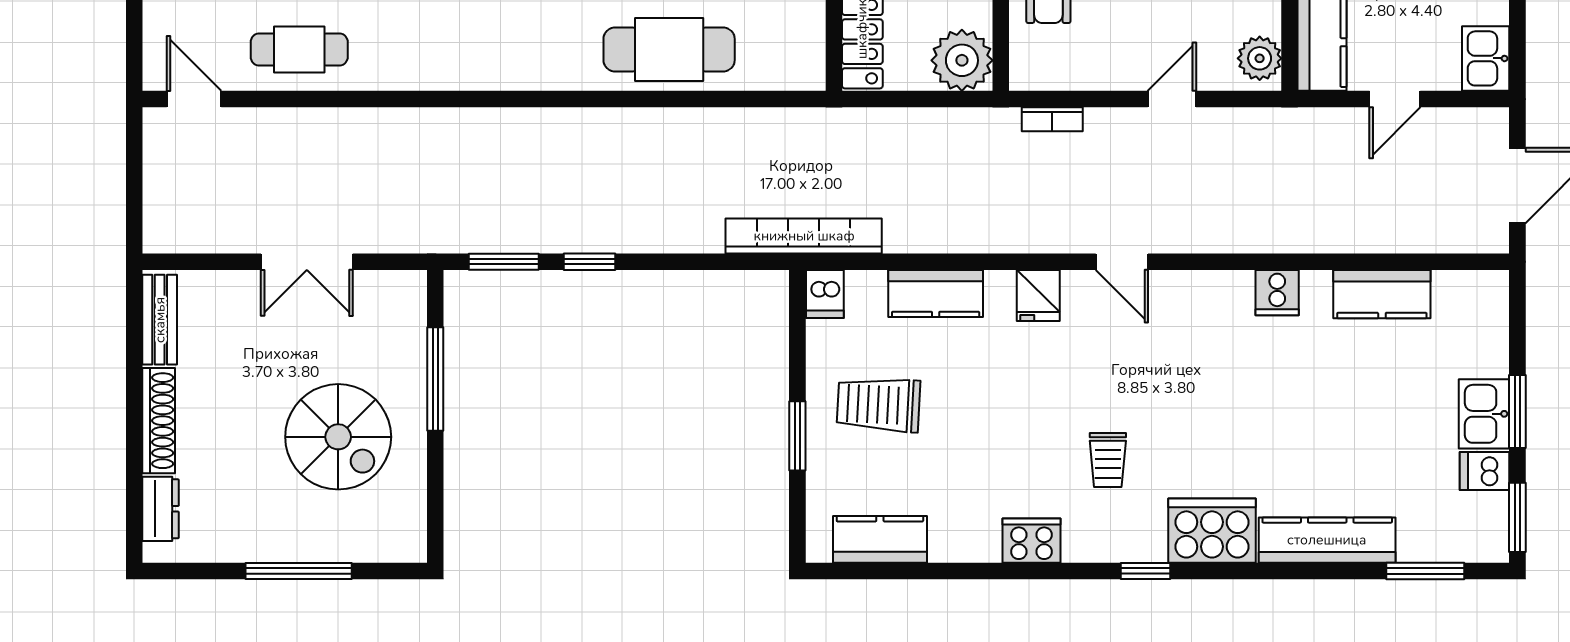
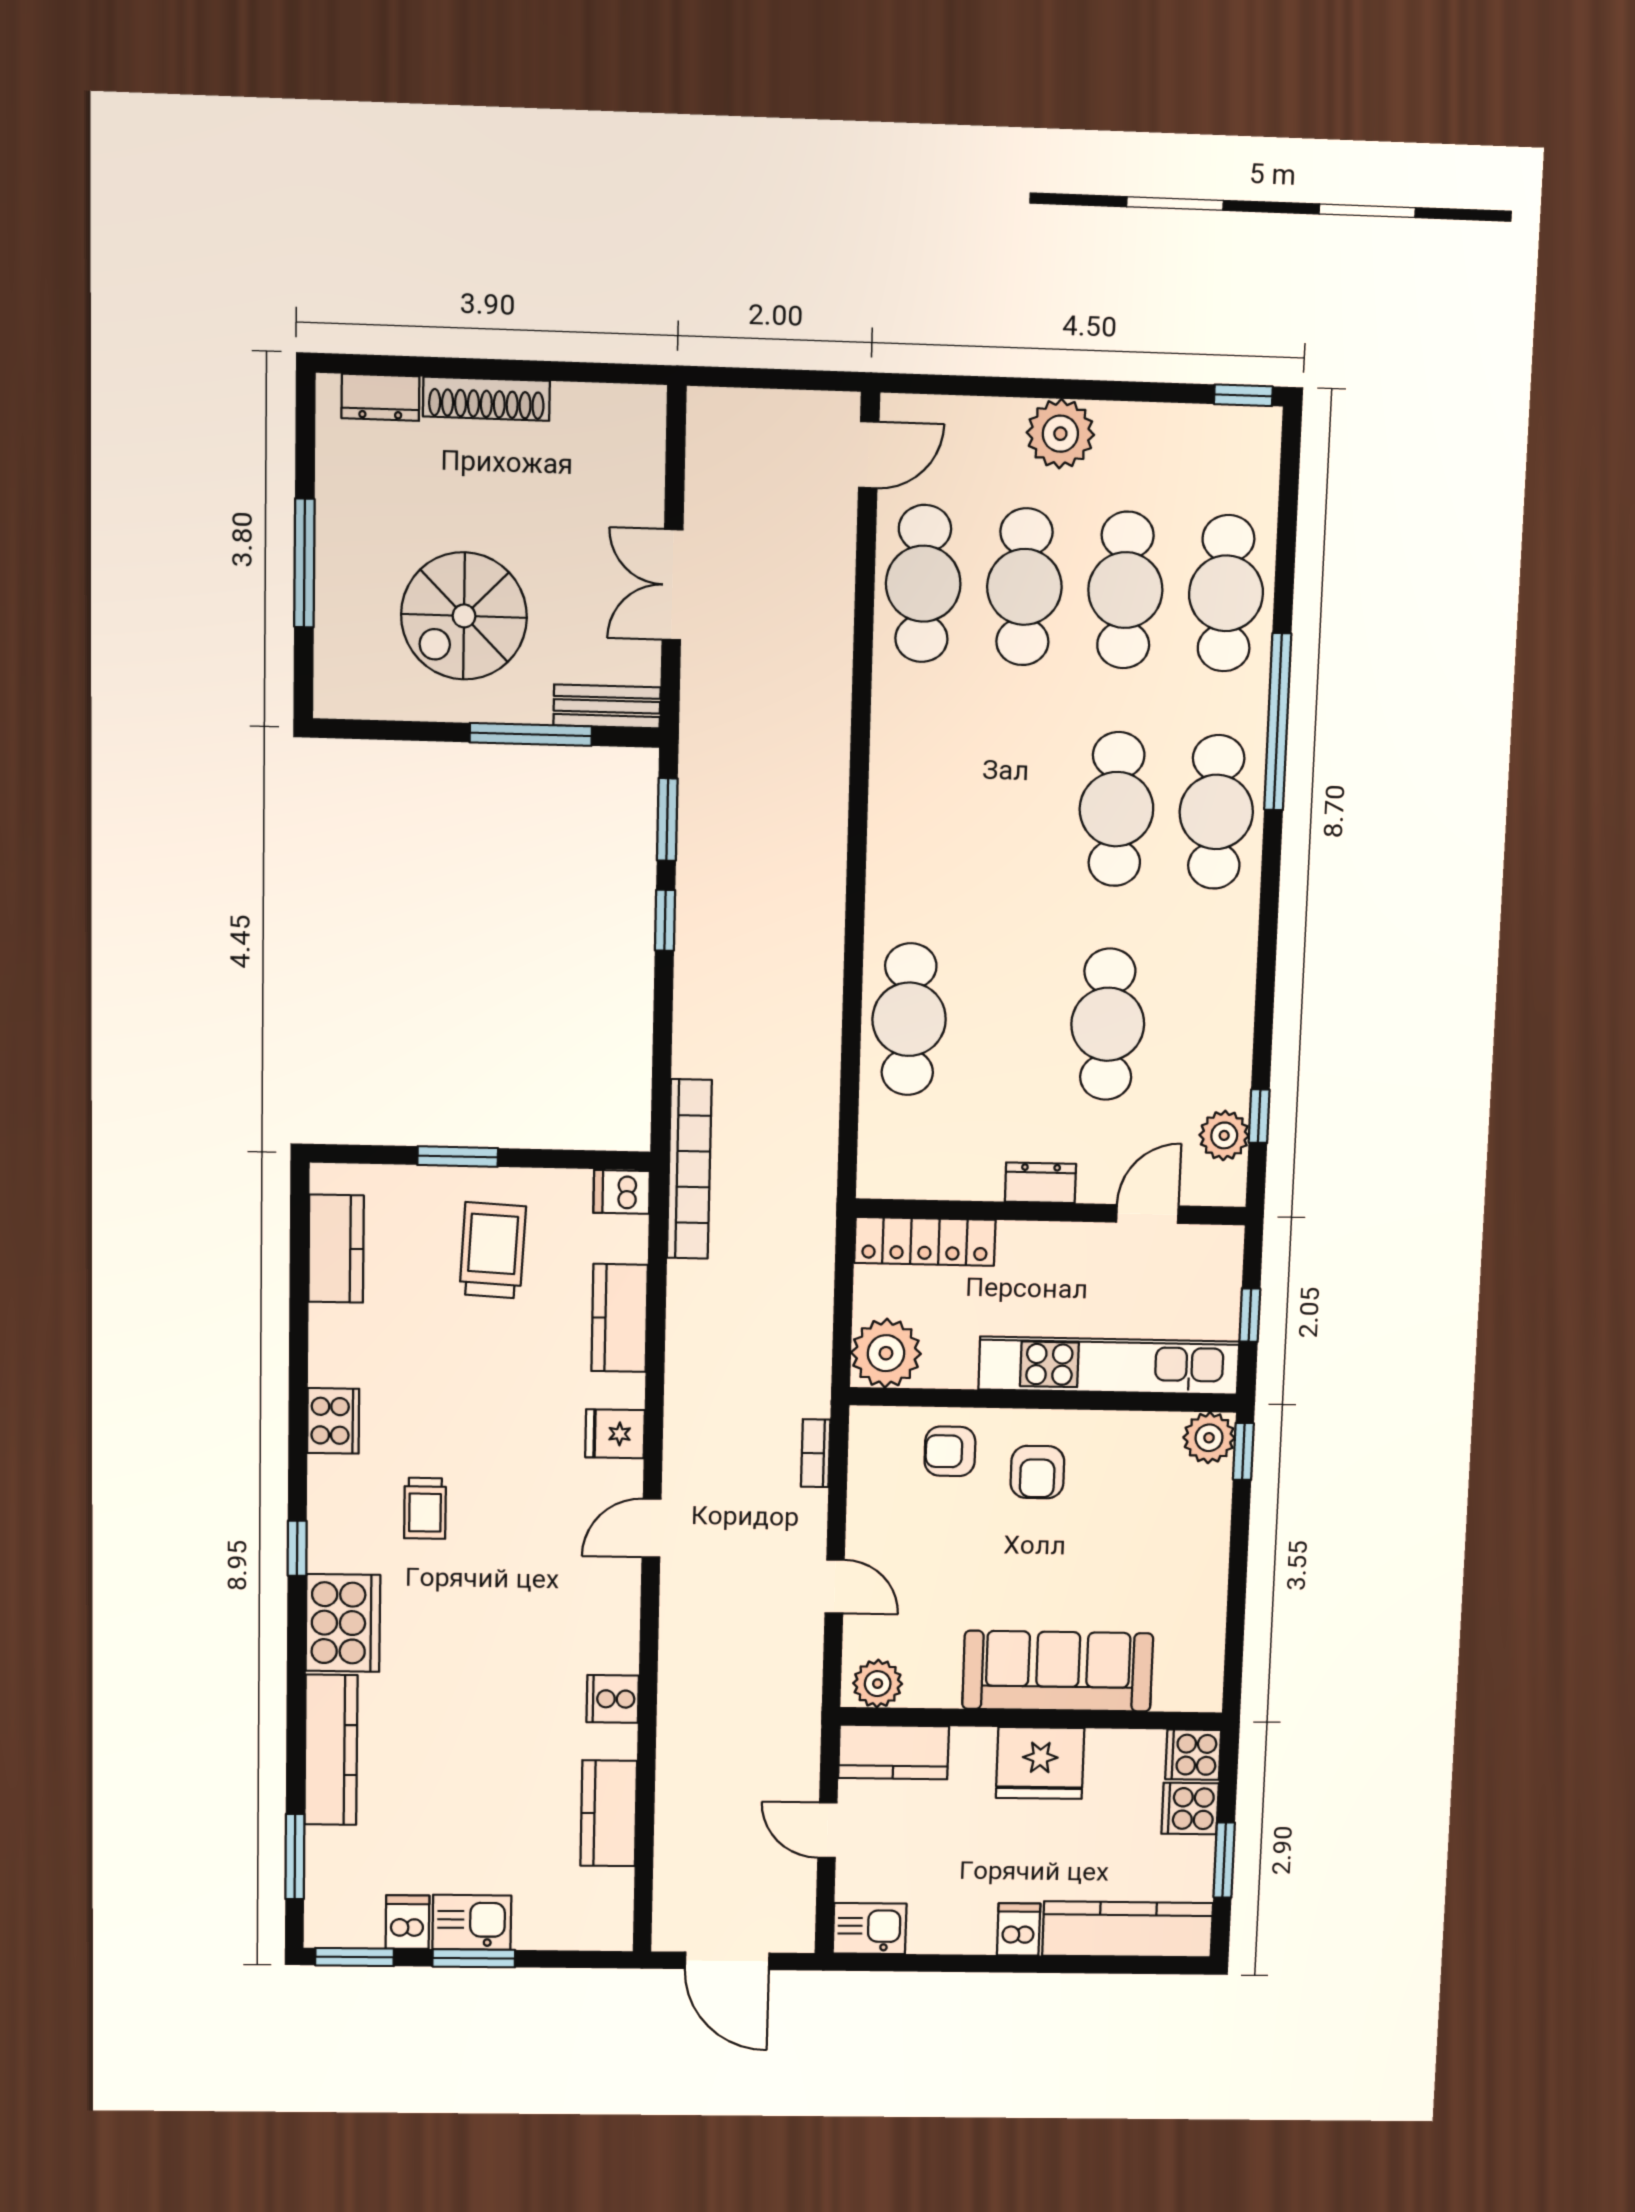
cafe table: (299, 50) -> (923, 584), width x1.37, depth x1.35
bench: (160, 320) -> (607, 706), moved
trolley: (1108, 460) -> (425, 1508), turned -90

